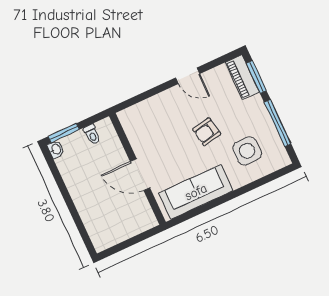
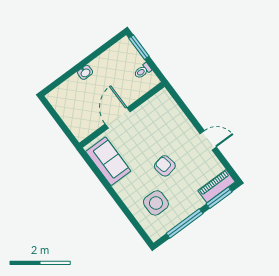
door: (188, 76) -> (208, 140), swing flipped
washbasin: (56, 149) -> (85, 72), moved
sofa: (196, 192) -> (108, 161), width x0.73

